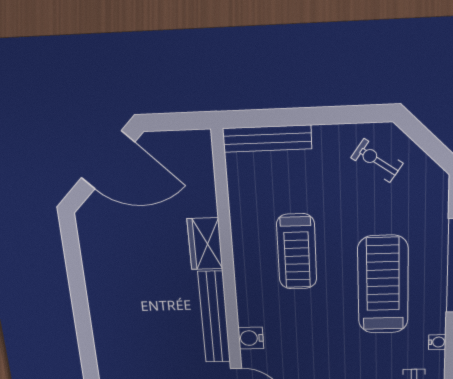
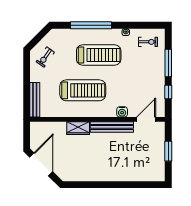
treadmill: (297, 252) -> (83, 90), width x1.37, depth x1.38
treadmill: (383, 285) -> (99, 55), turned 180

